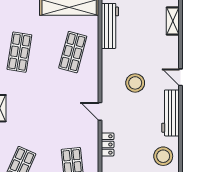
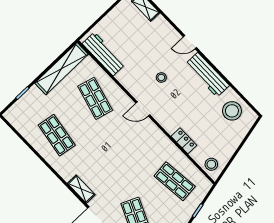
stool: (135, 83) -> (161, 77), width x0.53, depth x0.53
door: (100, 111) -> (143, 109), moved

